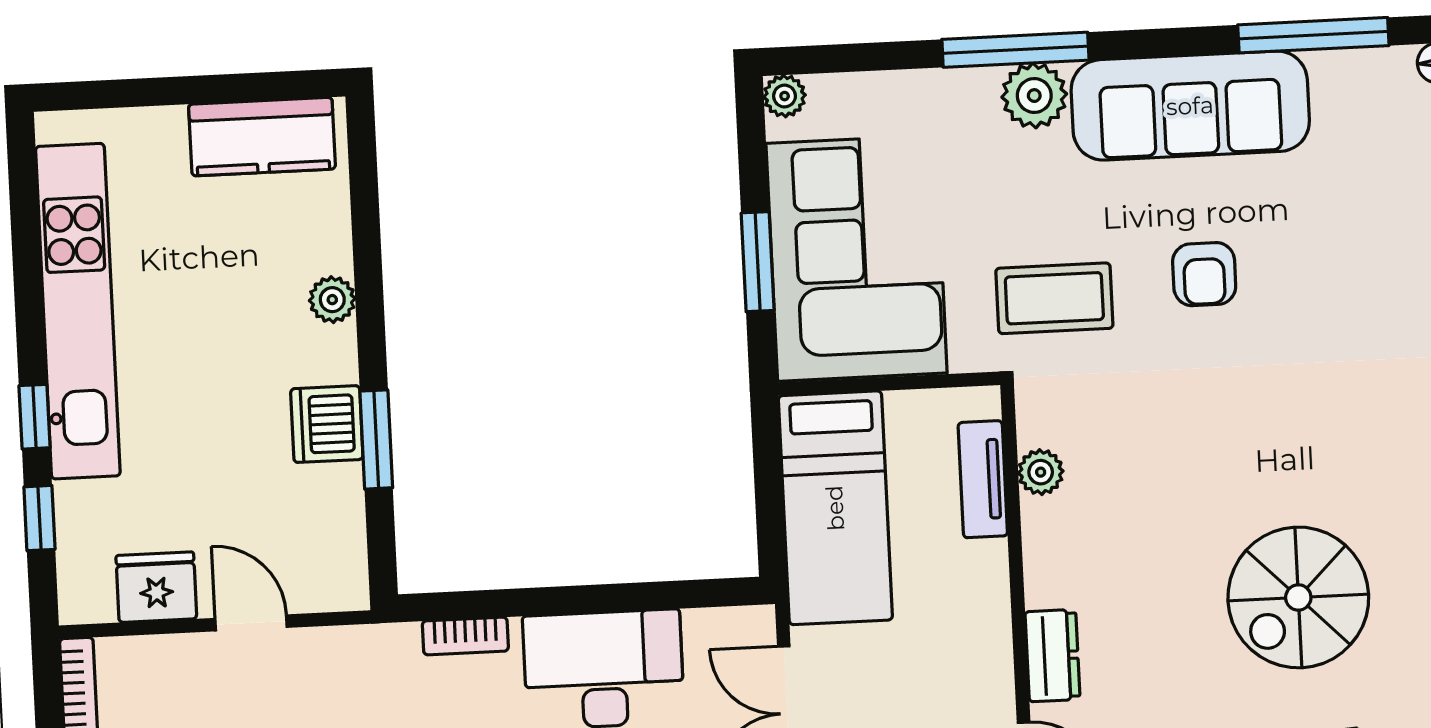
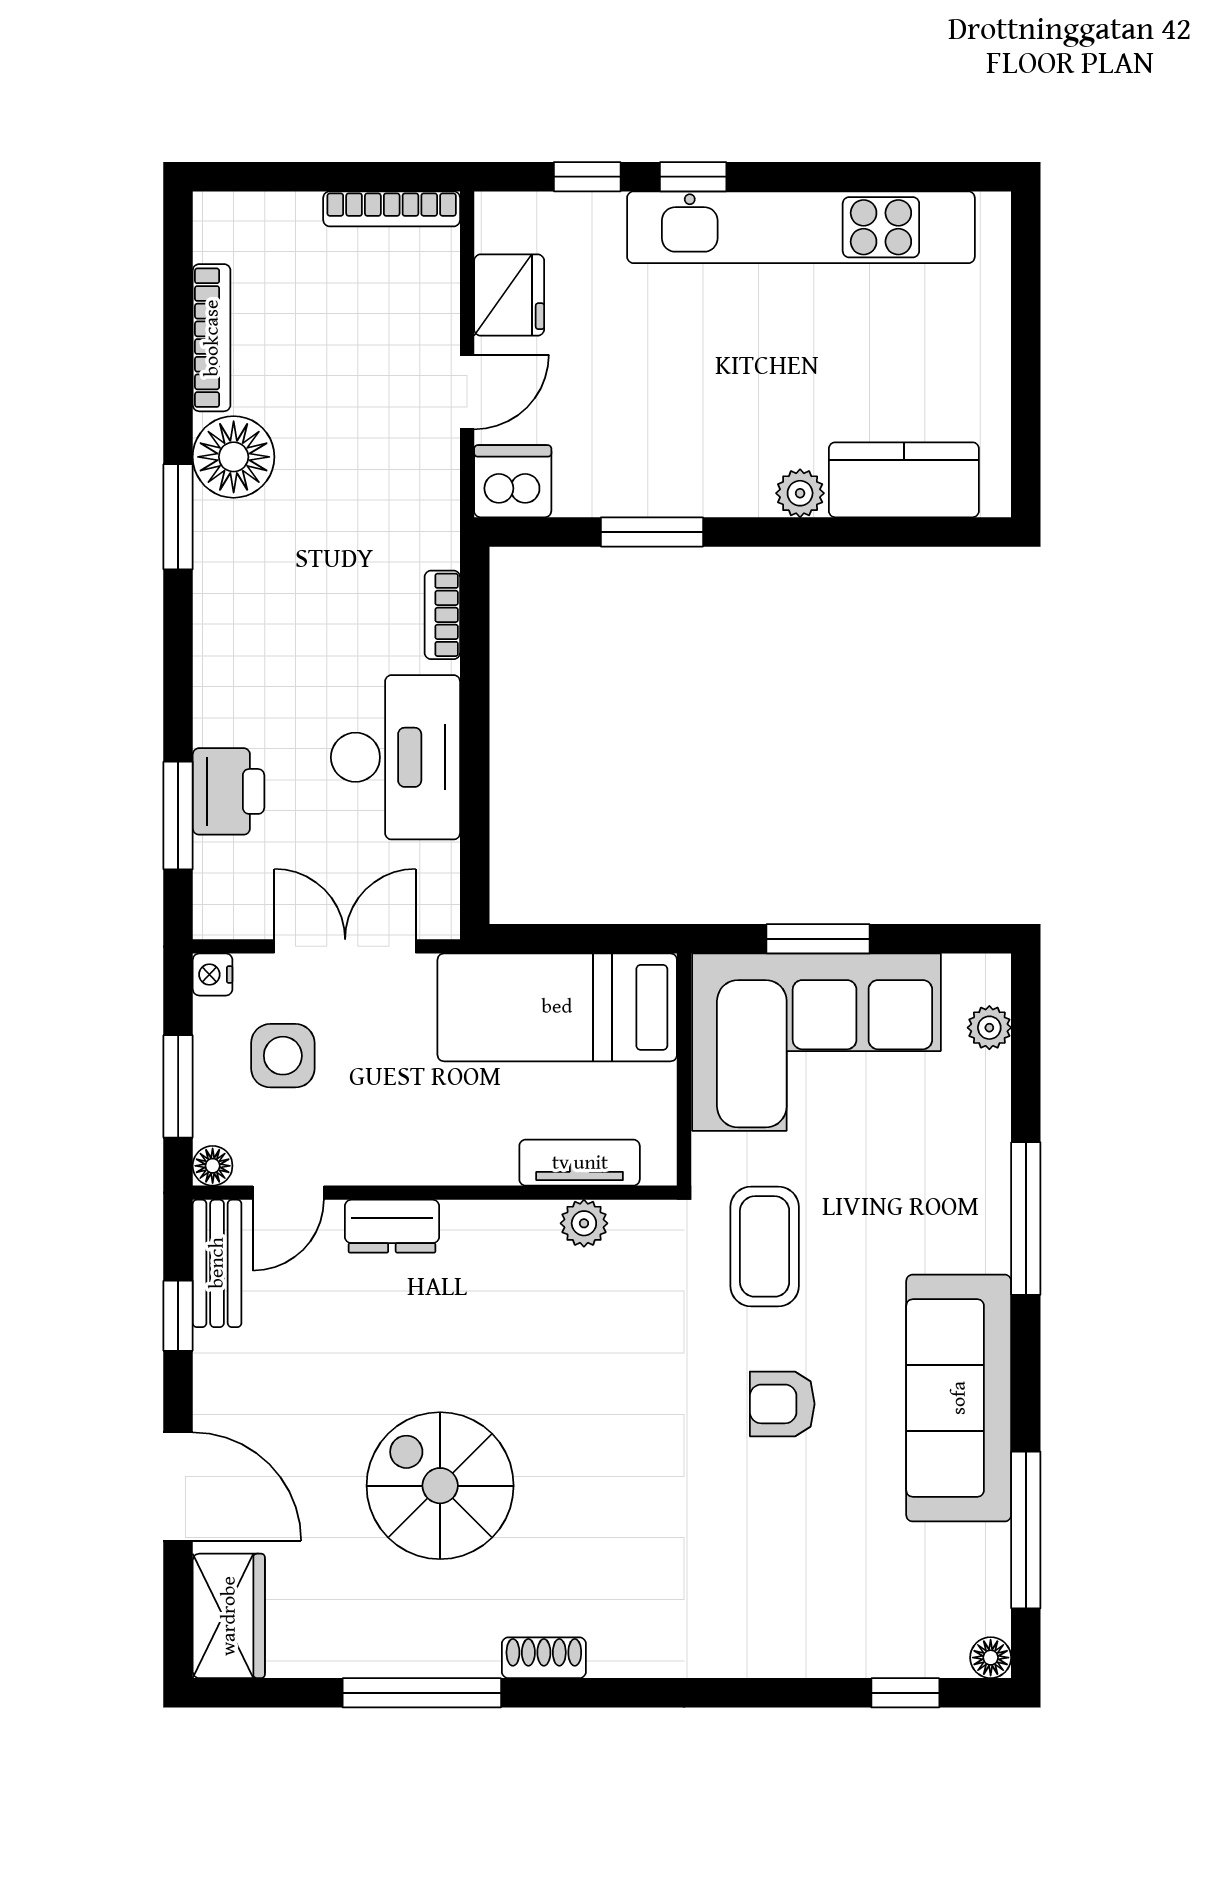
plant: (785, 96) -> (989, 1028), moved
plant: (1034, 96) -> (977, 1236), removed
kitchen counter: (262, 137) -> (904, 480), moved, turned 90
dishwasher: (327, 424) -> (513, 481), moved

